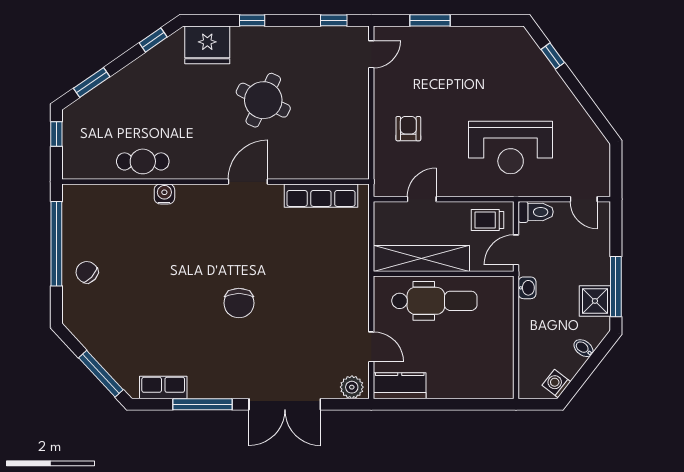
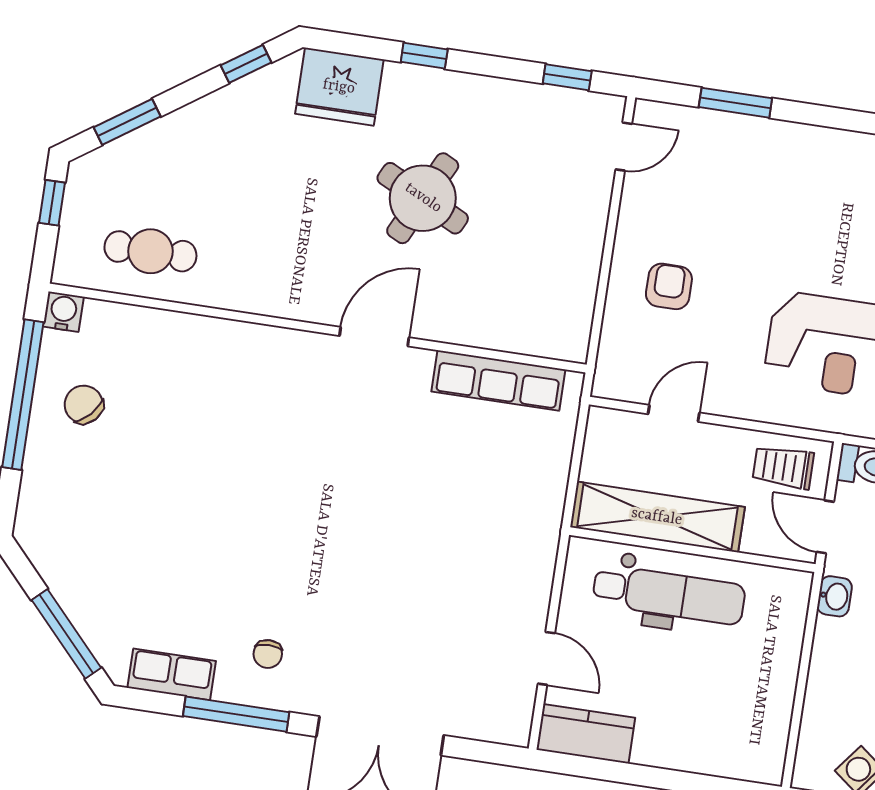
cafe table: (143, 161) -> (150, 251), moved
water cooler: (164, 194) -> (63, 312), moved
door: (516, 250) -> (825, 527), hinge flipped
chair: (87, 272) -> (84, 404), moved
chair: (239, 303) -> (268, 654), moved, width x0.54, depth x0.54
plant: (352, 387) -> (502, 724), removed

